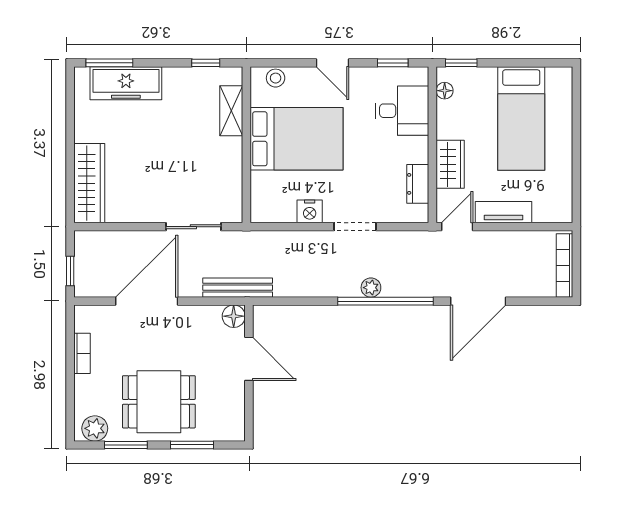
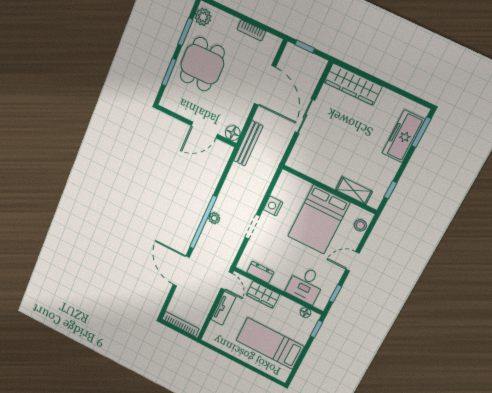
sliding door: (193, 227) -> (305, 116), moved

